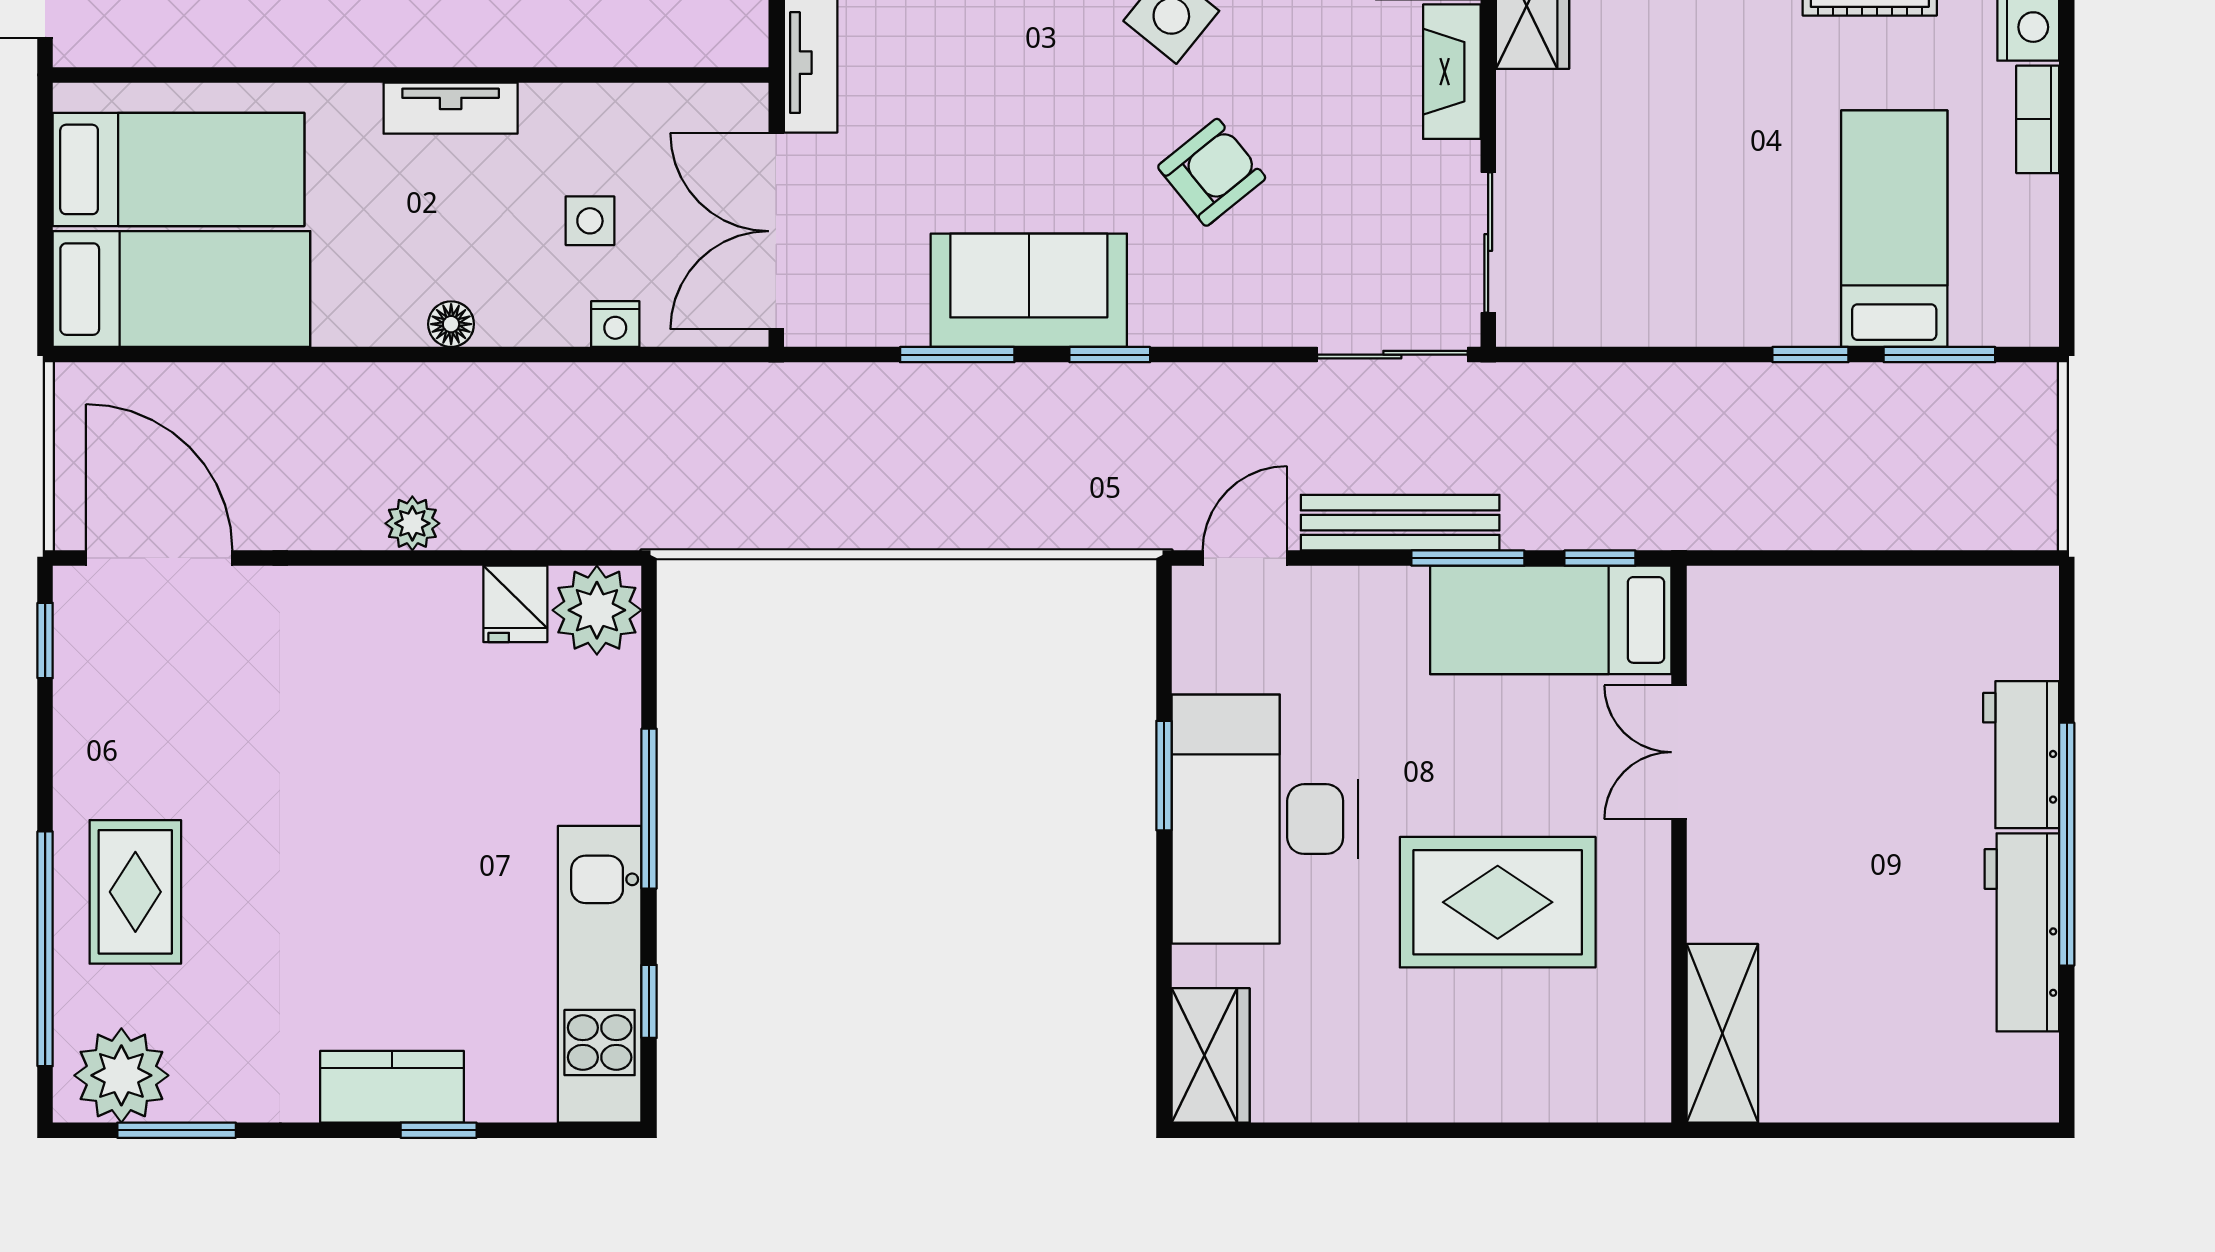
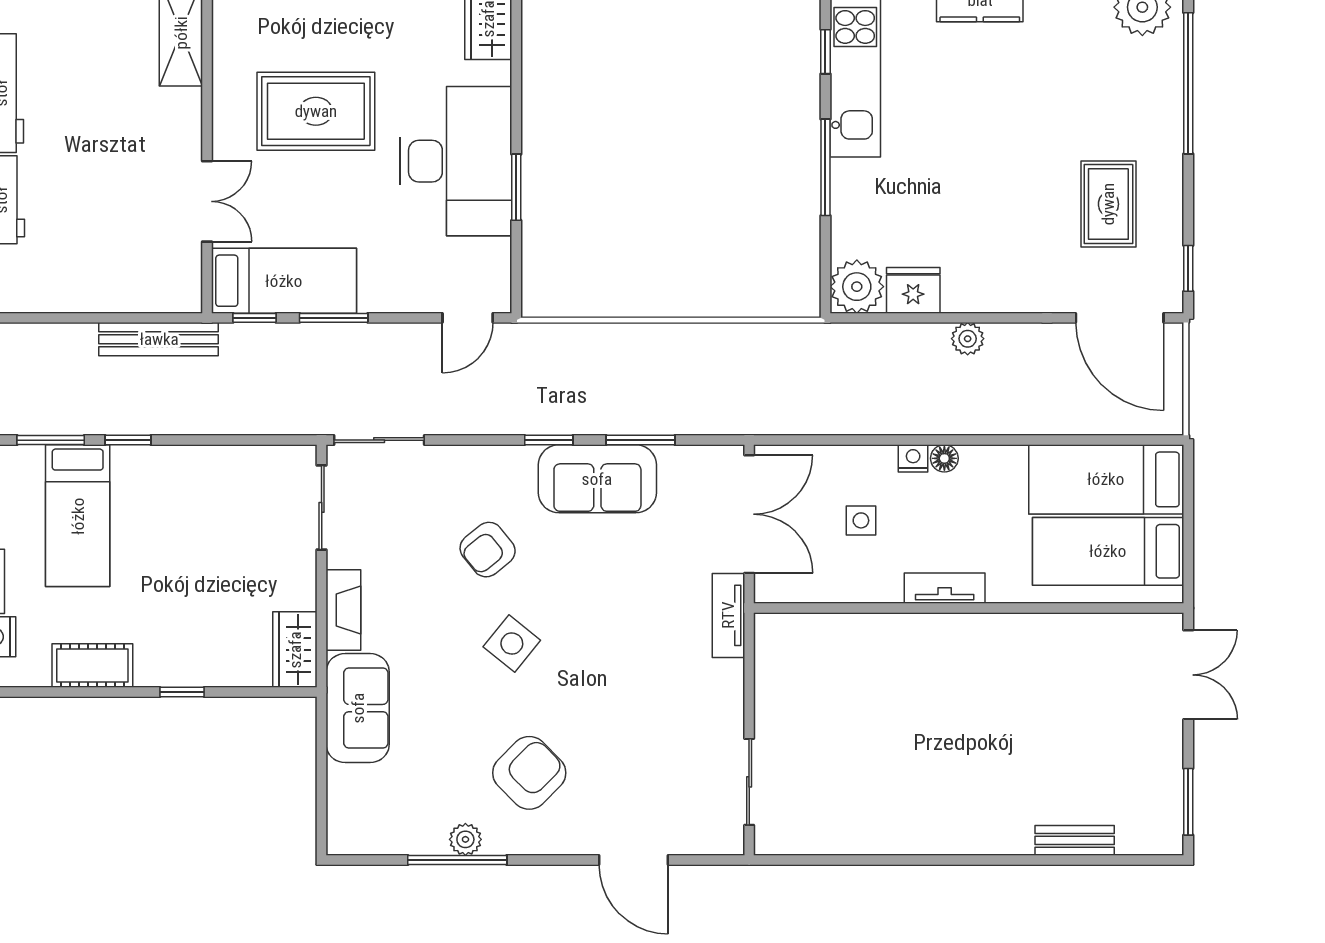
nightstand: (615, 324) -> (913, 458), moved
bench: (1400, 523) -> (159, 339), moved
fridge: (515, 604) -> (913, 290), width x1.38
rug: (135, 892) -> (1108, 204), moved

